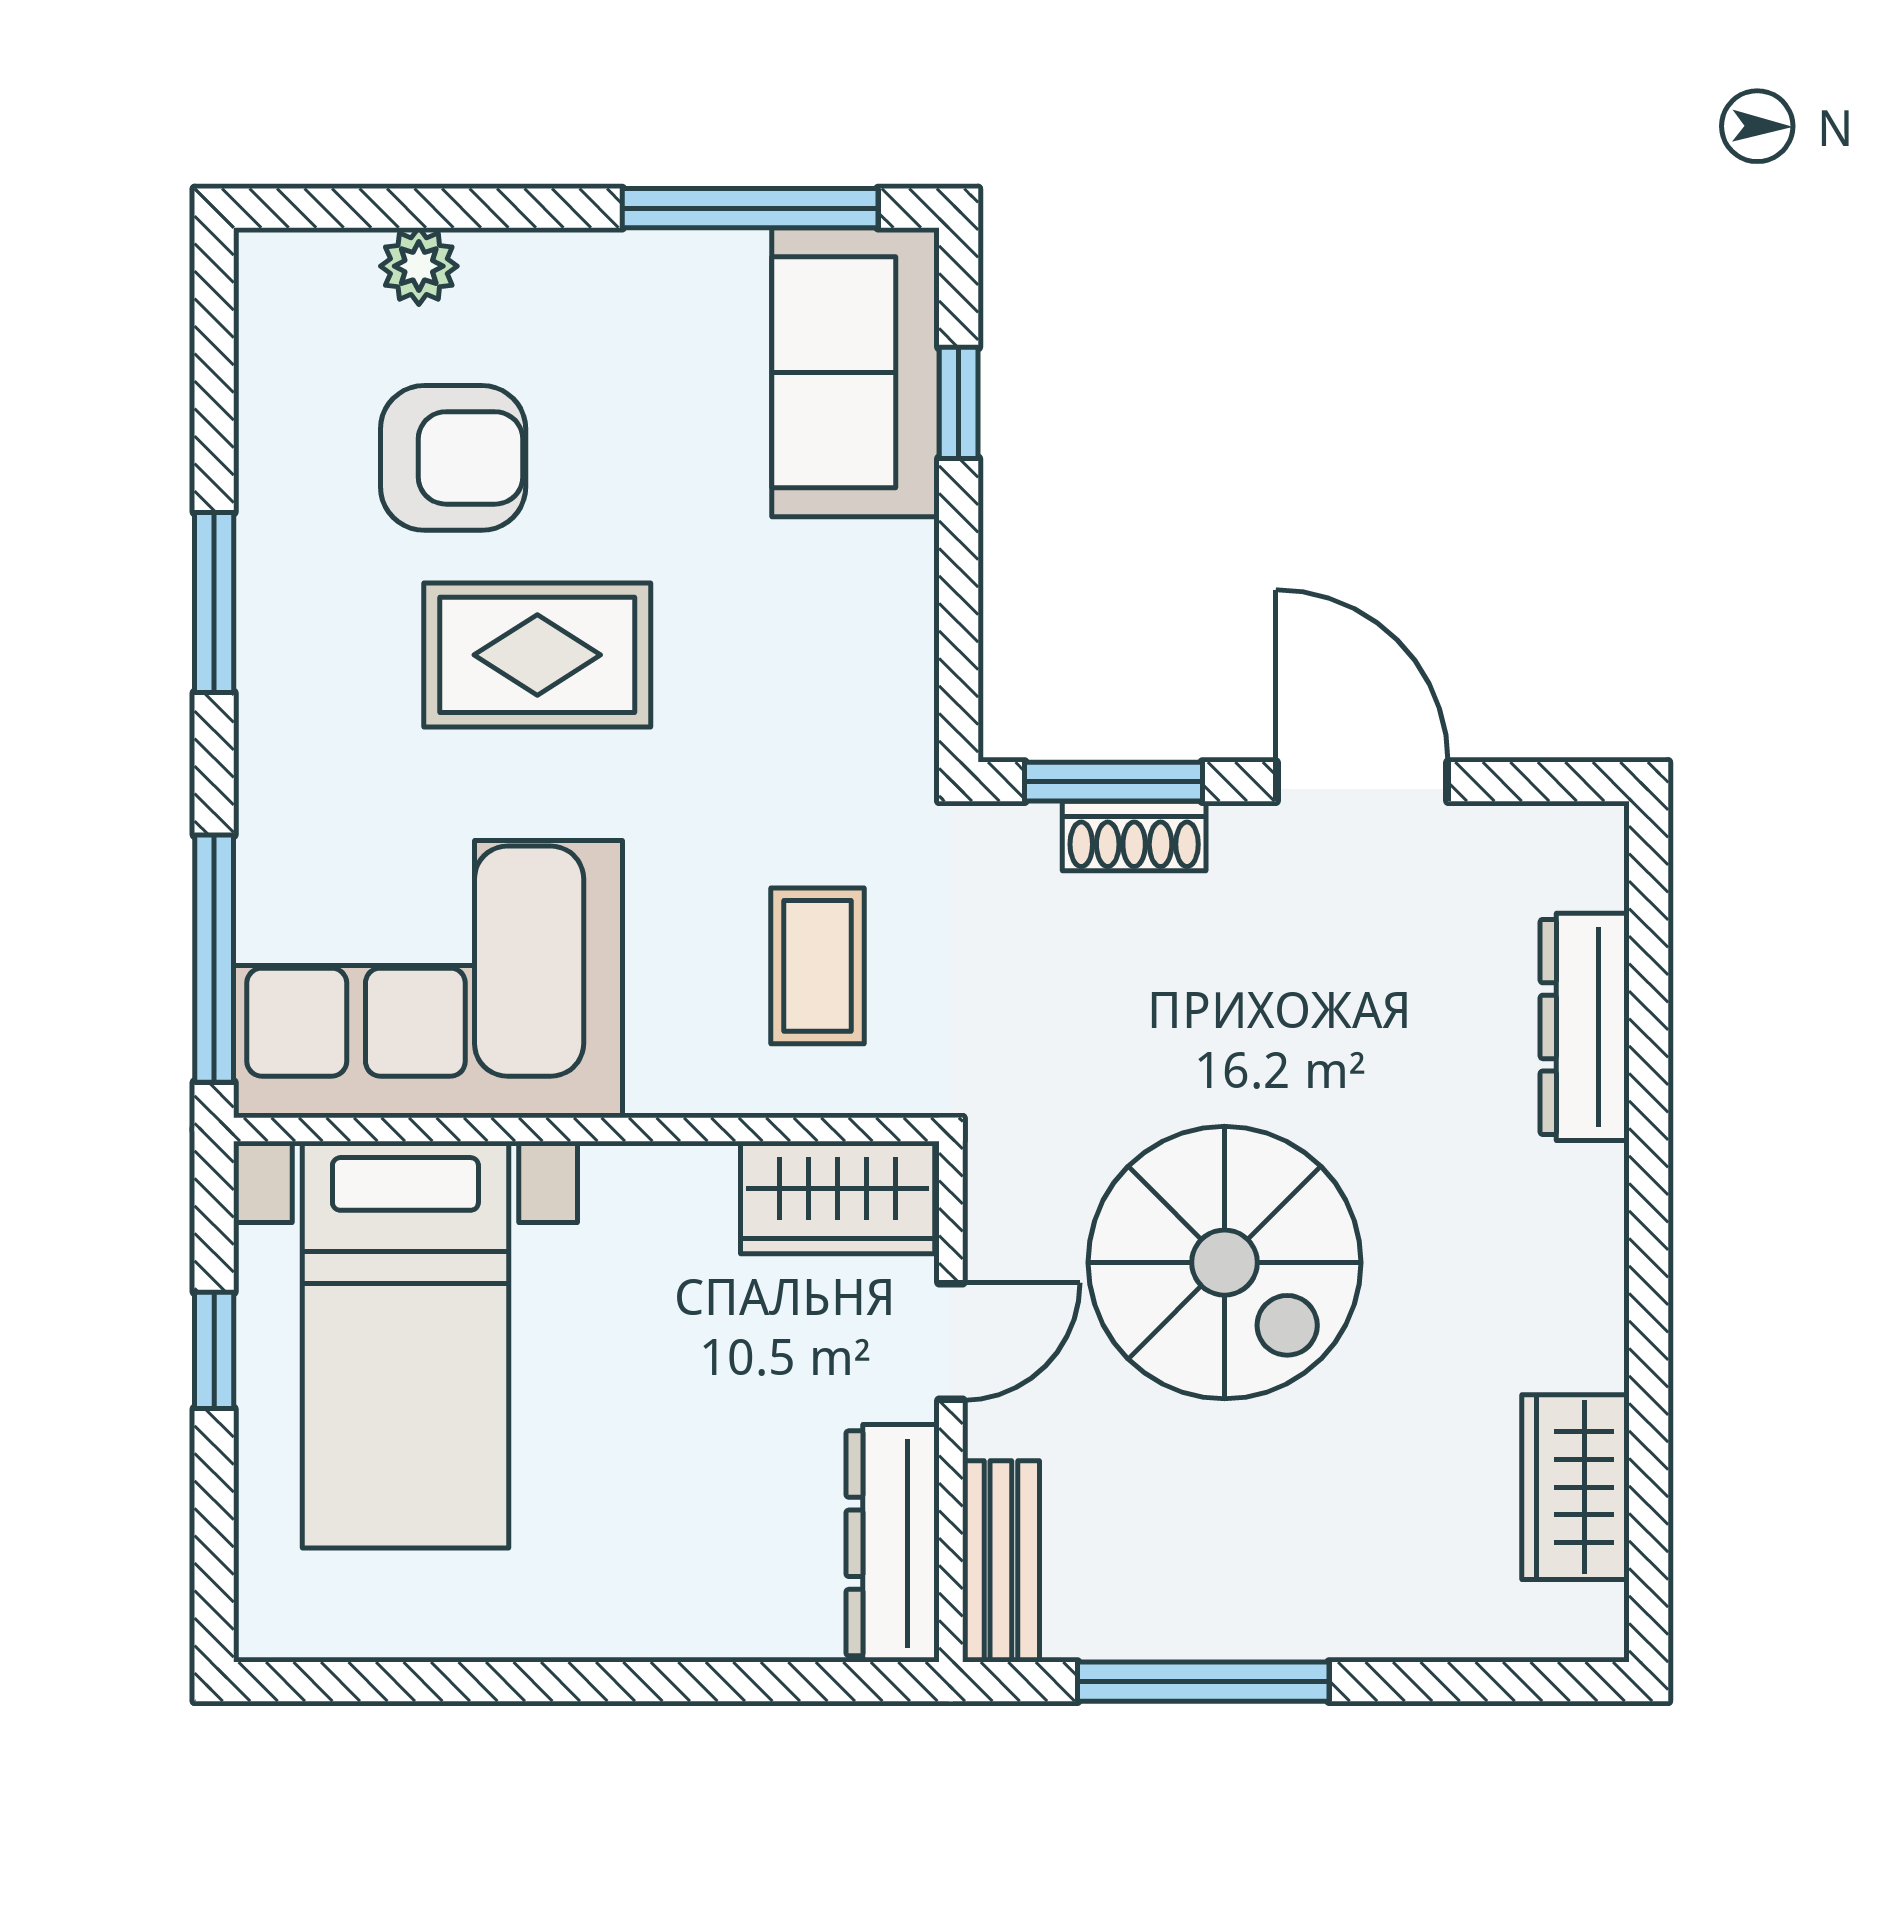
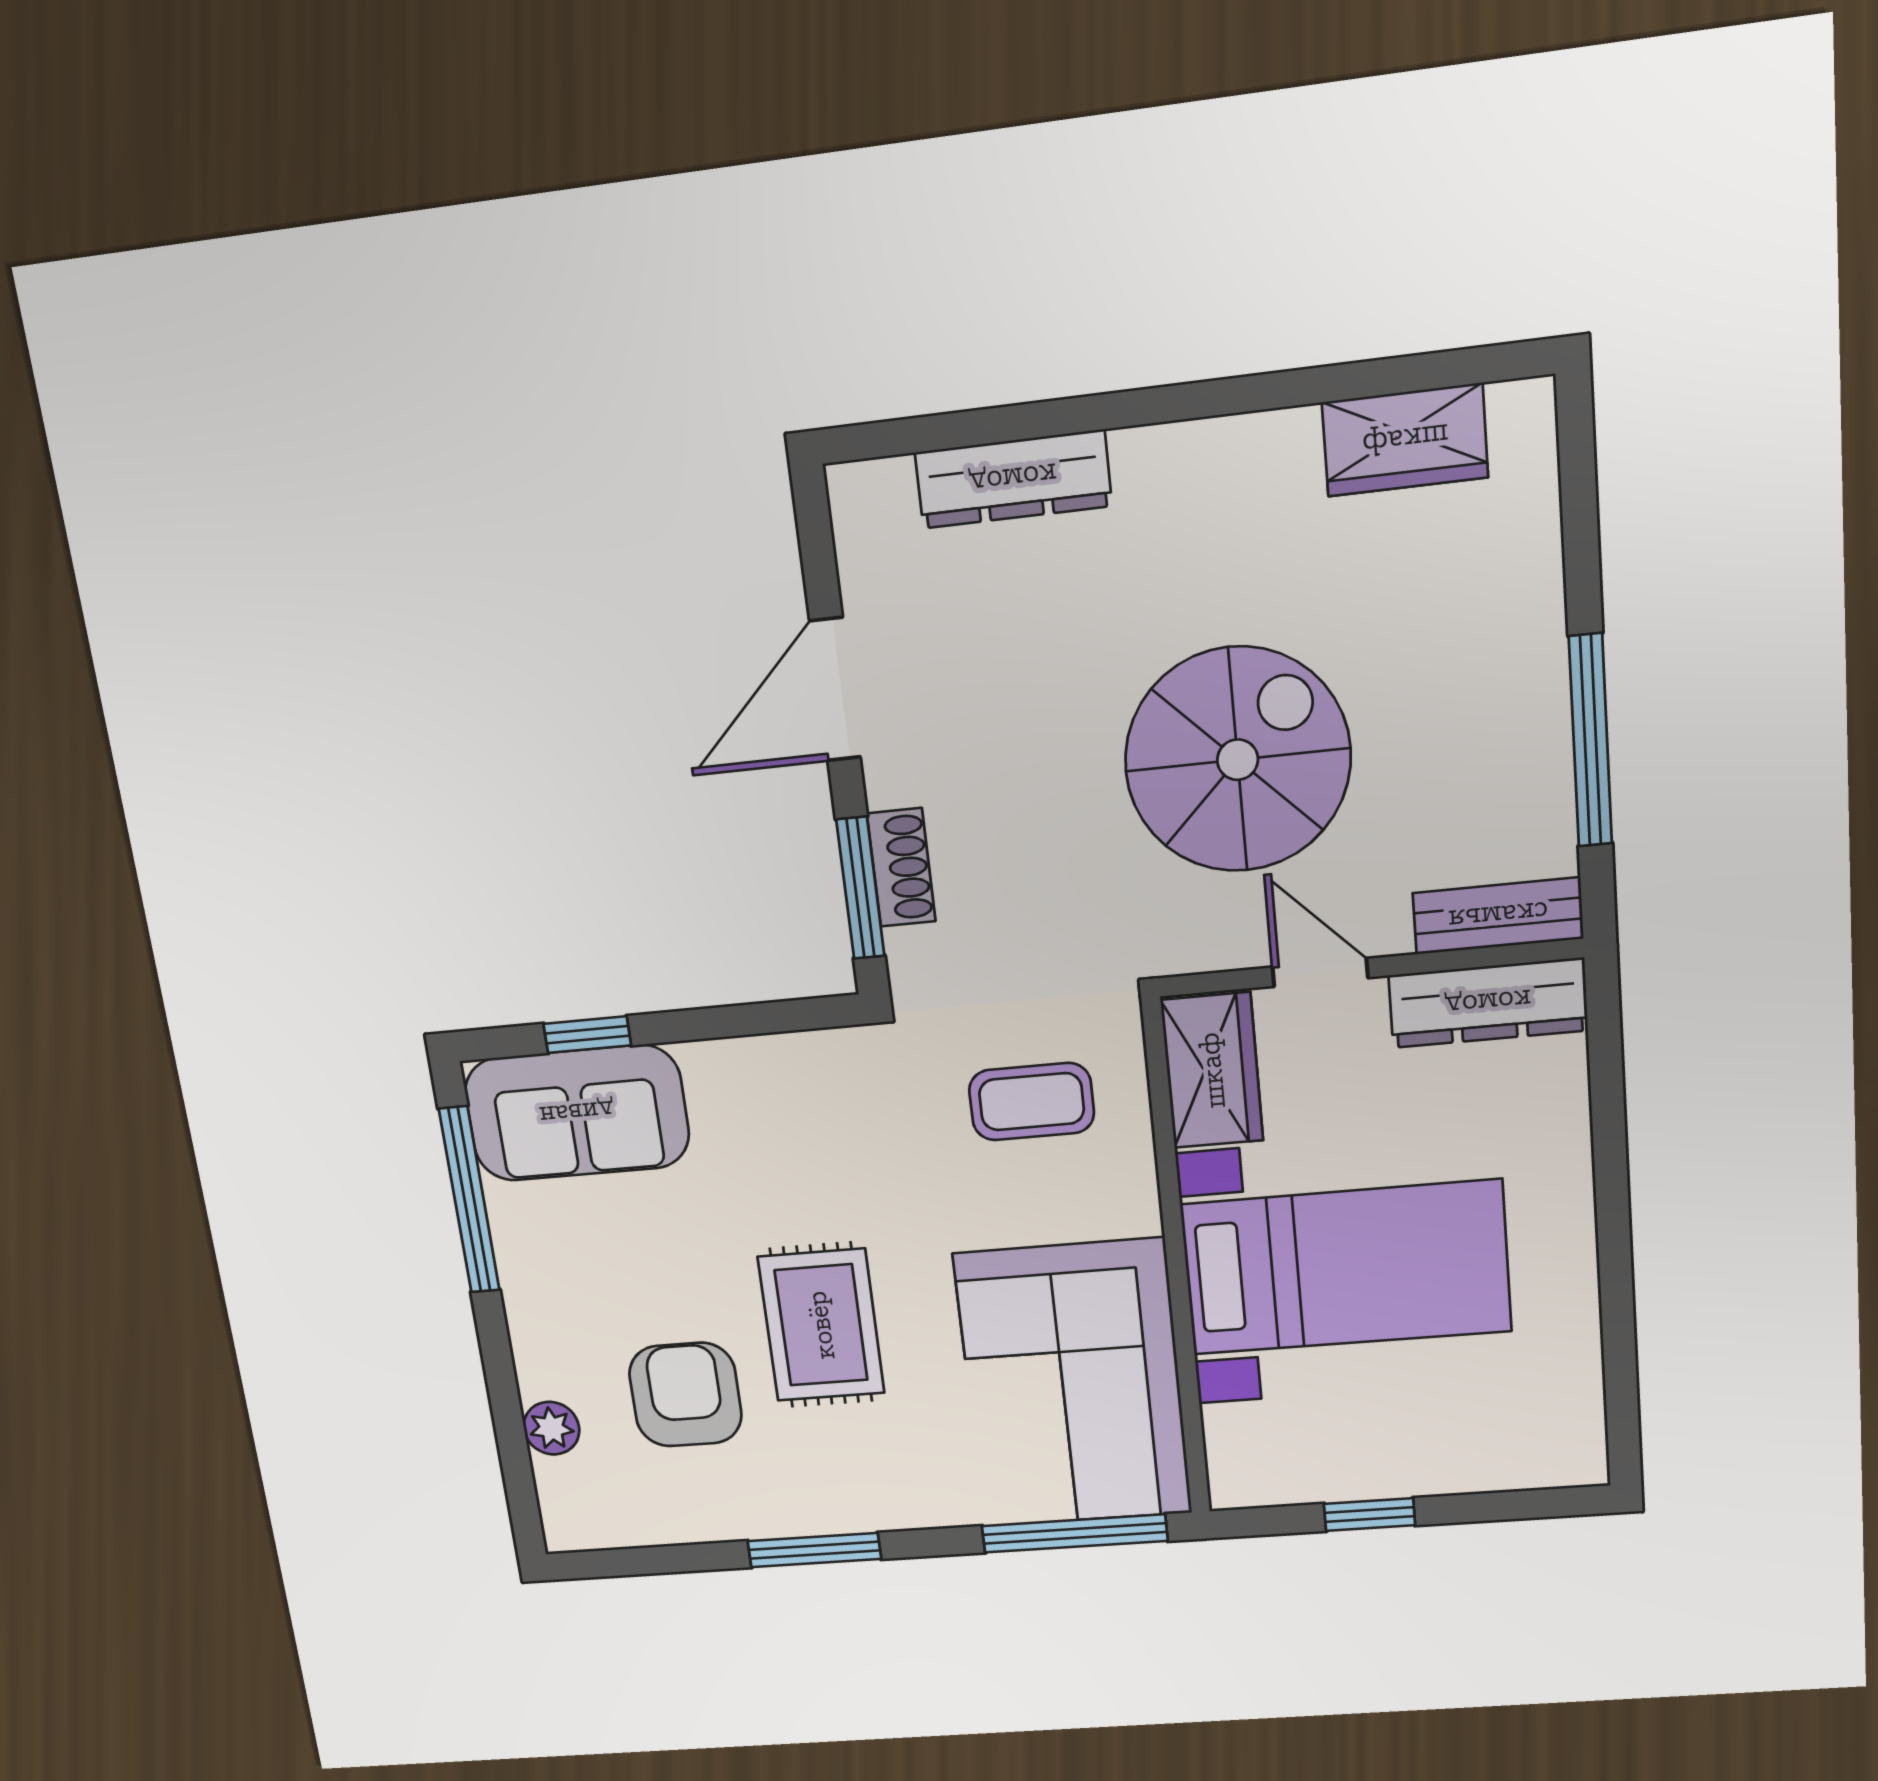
bed with nightstands: (405, 1345) -> (1346, 1268), moved

